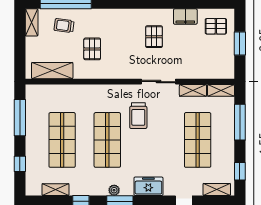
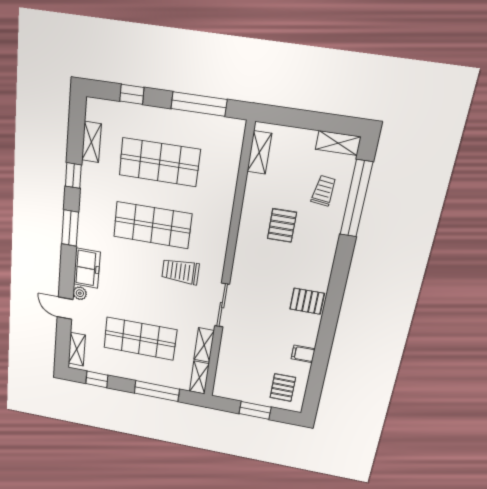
filing cabinet: (185, 17) -> (303, 354), width x0.50
pallet: (154, 37) -> (307, 301), moved
pallet: (92, 49) -> (282, 225), turned 90
shelving: (52, 71) -> (259, 152), width x0.67, depth x0.75
plant: (114, 190) -> (80, 293), moved

